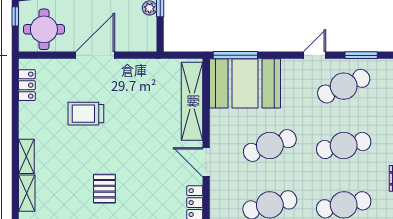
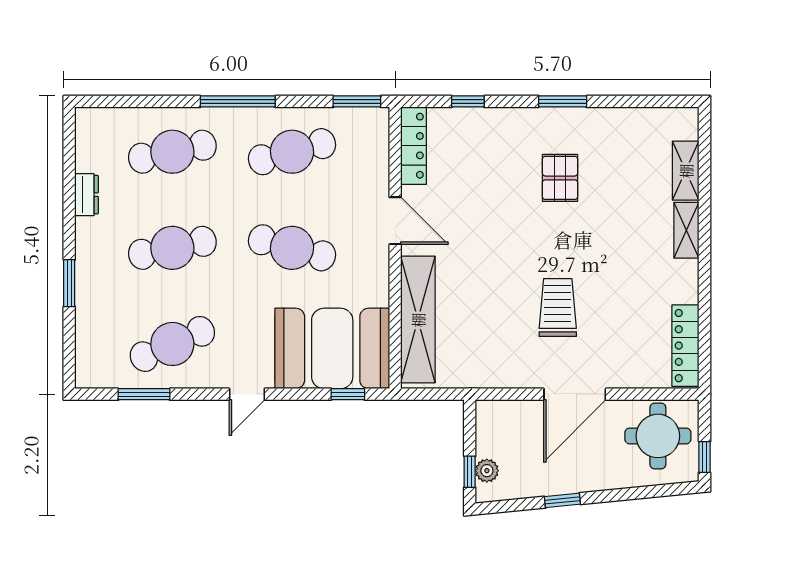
window: (235, 55) -> (348, 394), width x0.46
door: (315, 55) -> (247, 394), moved
locker: (27, 85) -> (685, 346), width x1.53
trolley: (86, 114) -> (558, 308), moved, turned -90
cafe table: (270, 145) -> (292, 248), turned 36

